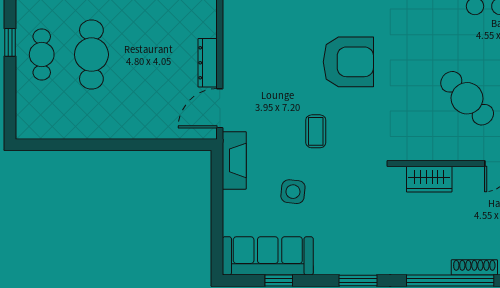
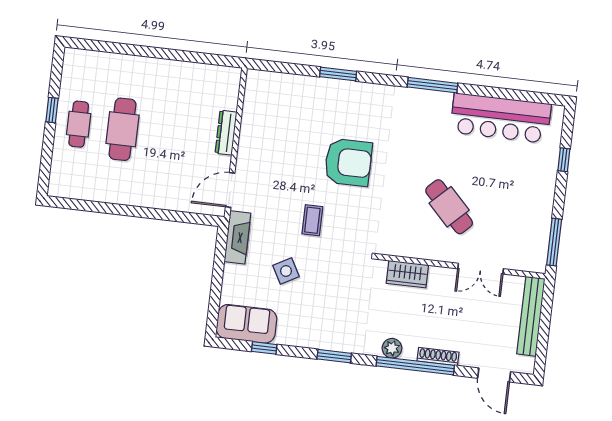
dresser: (208, 63) -> (226, 133), moved
side table: (293, 192) -> (286, 271), turned -35
sofa: (268, 256) -> (247, 324), width x0.73
plant: (422, 264) -> (392, 348), added

